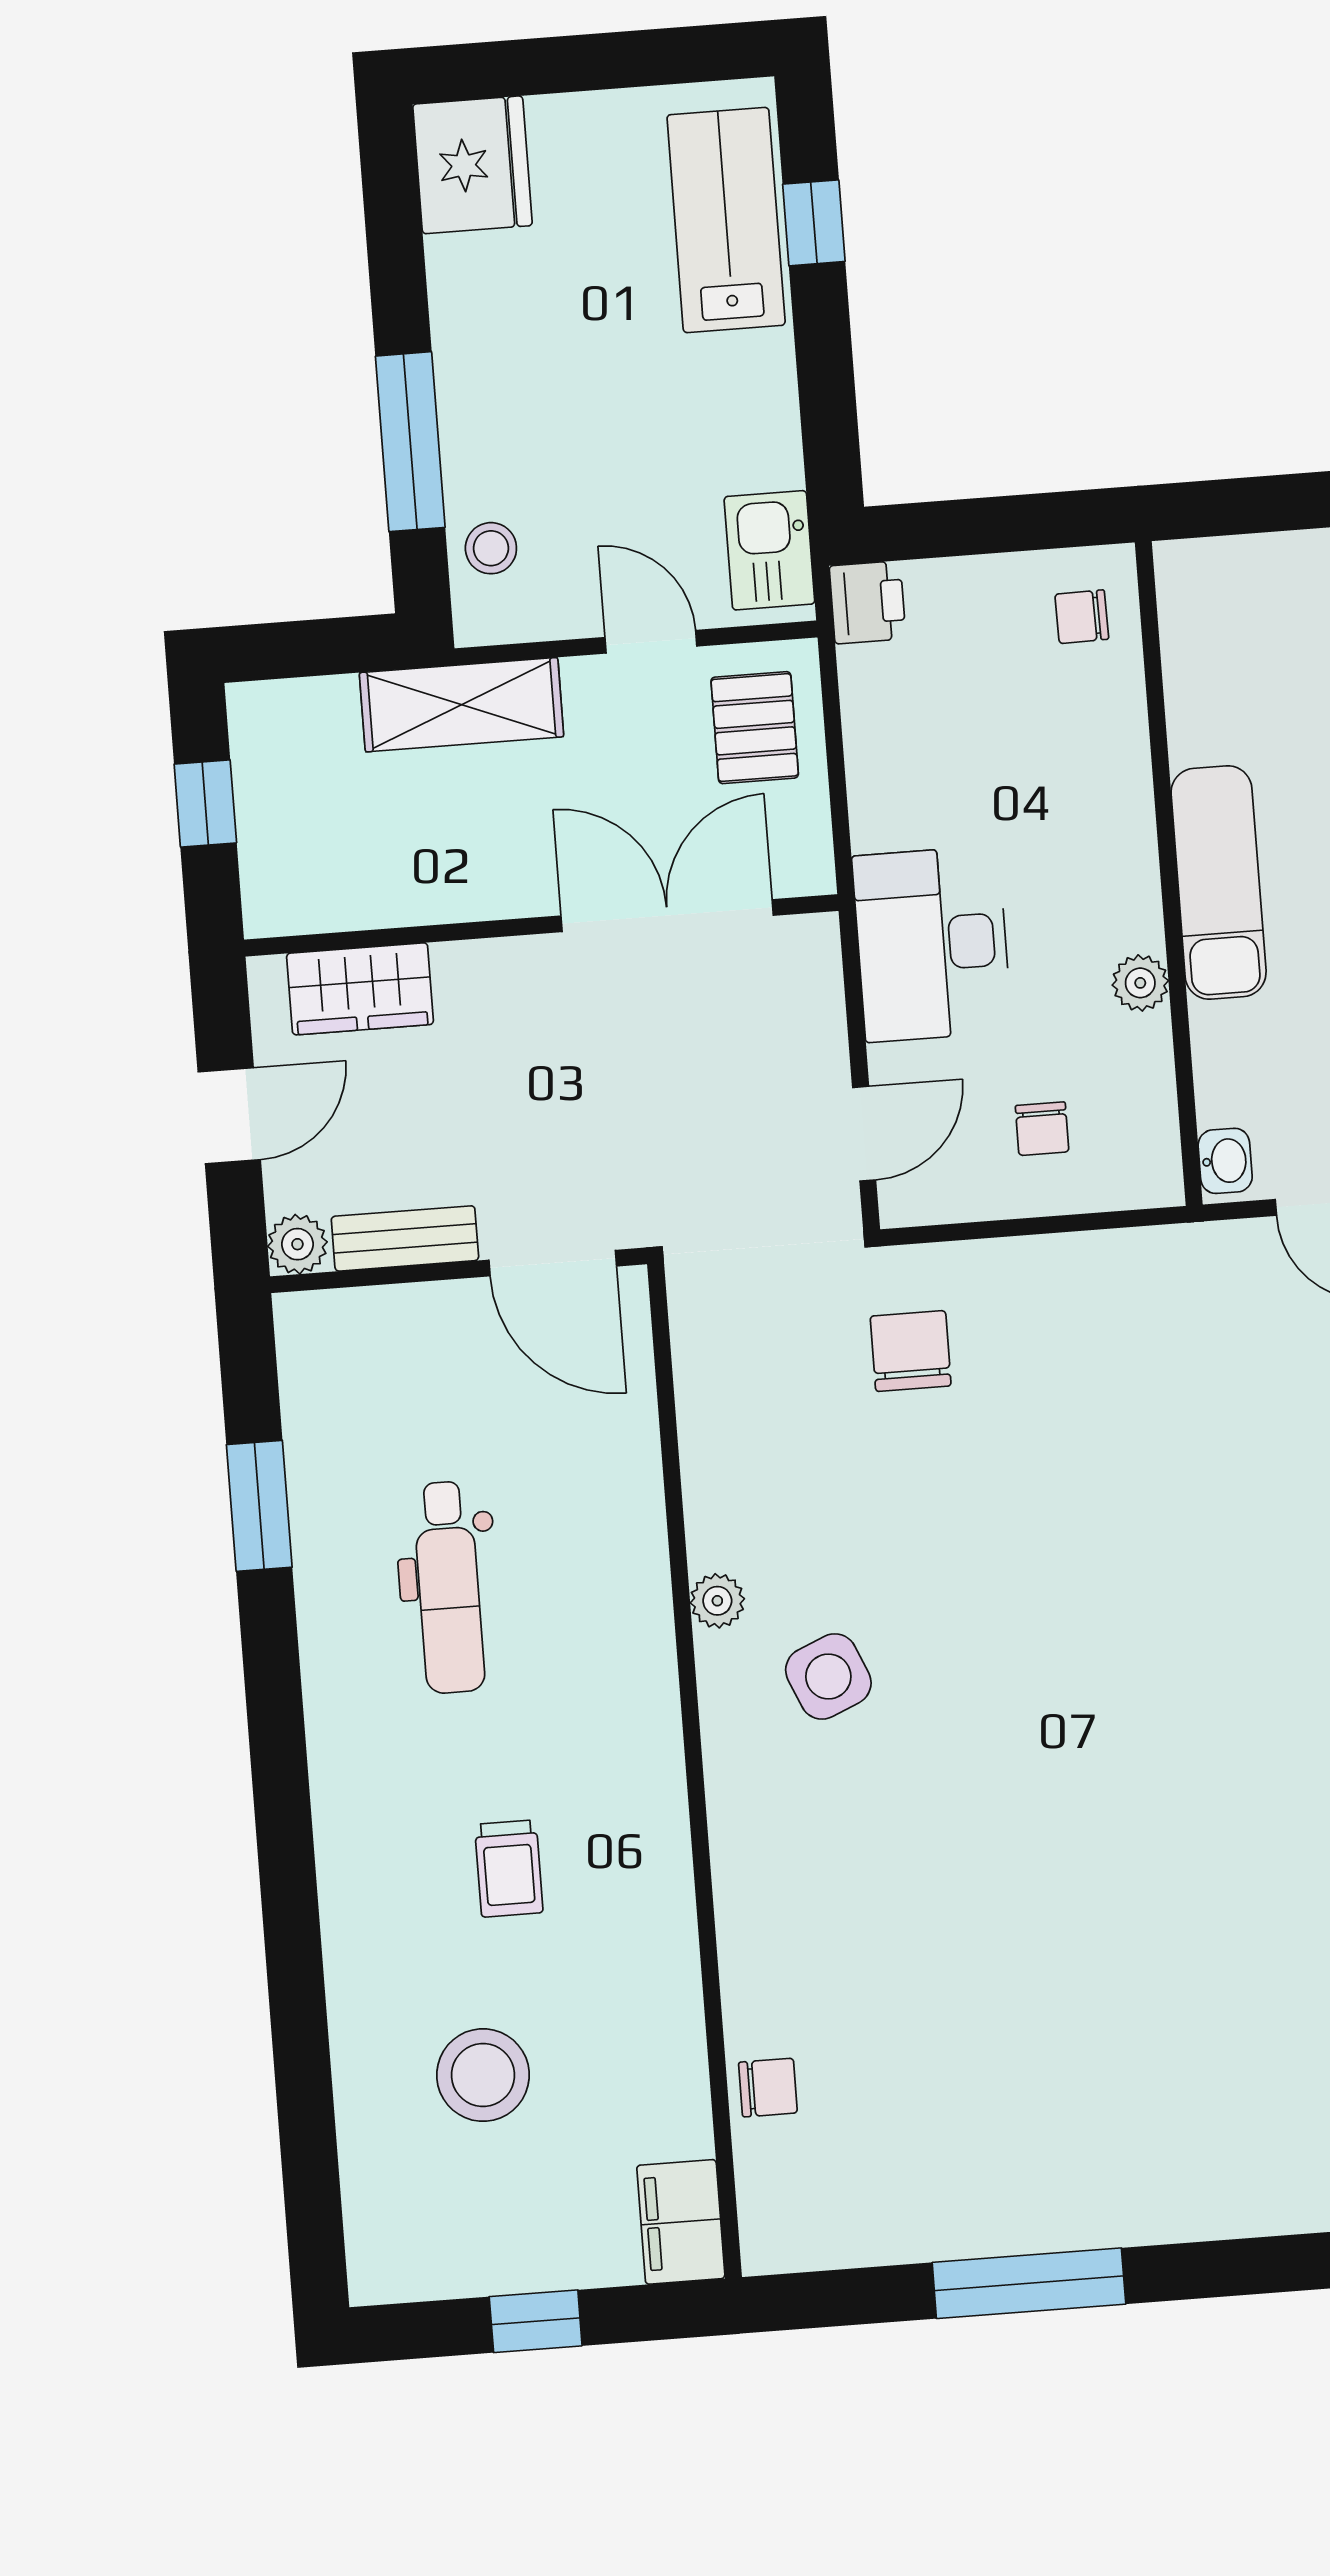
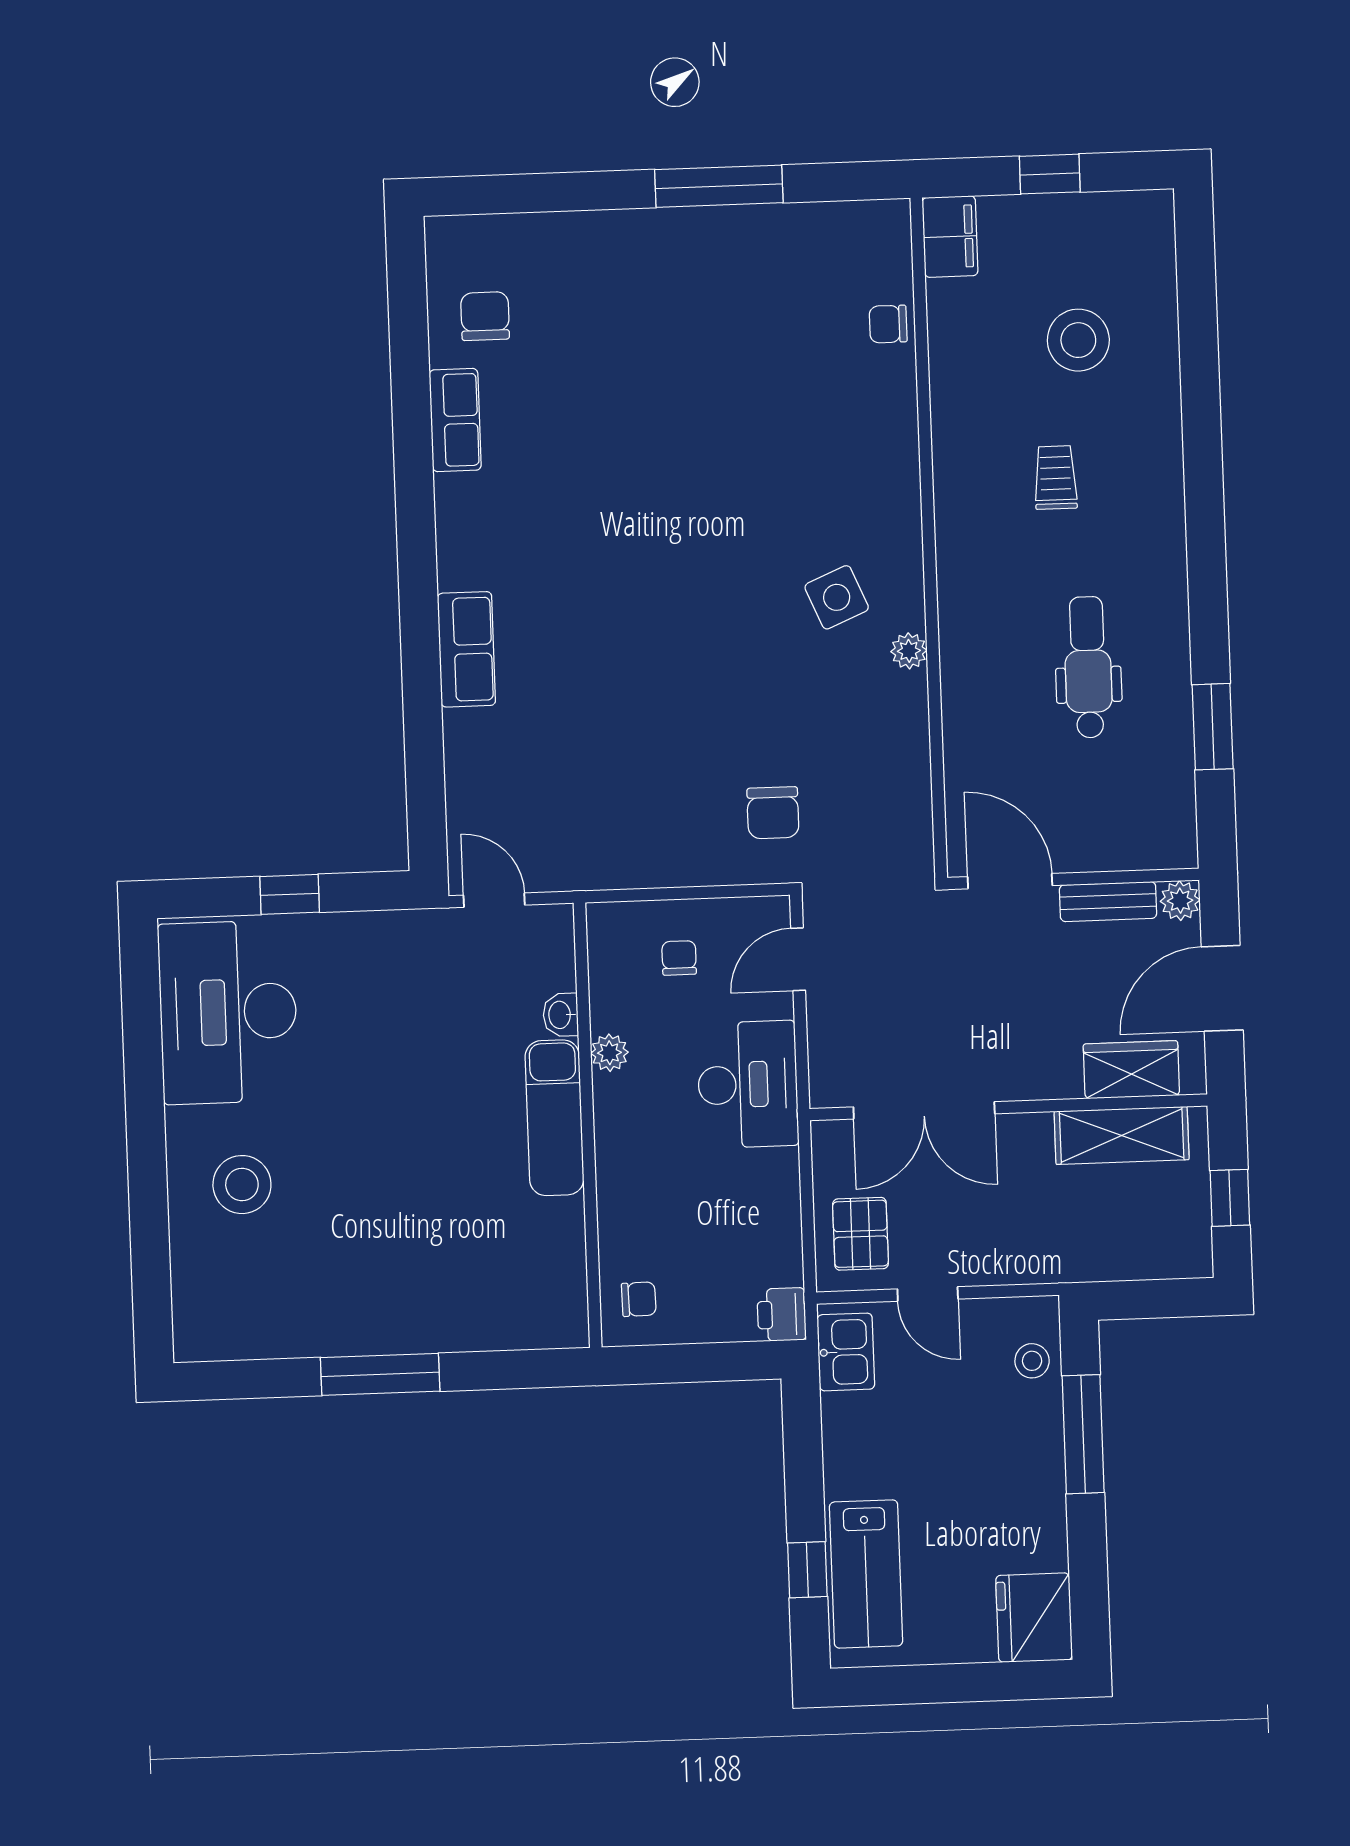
shelving: (462, 705) -> (1122, 1135), moved
door: (229, 1116) -> (1222, 988), width x1.38
washbasin: (1225, 1161) -> (561, 1015), moved

